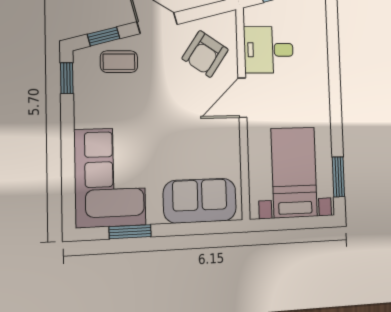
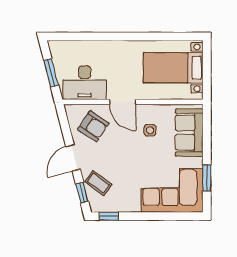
desk: (269, 50) -> (85, 83), width x1.37
coffee table: (119, 62) -> (98, 183), turned -54
side table: (202, 140) -> (150, 130), added
window: (338, 177) -> (177, 36), removed

